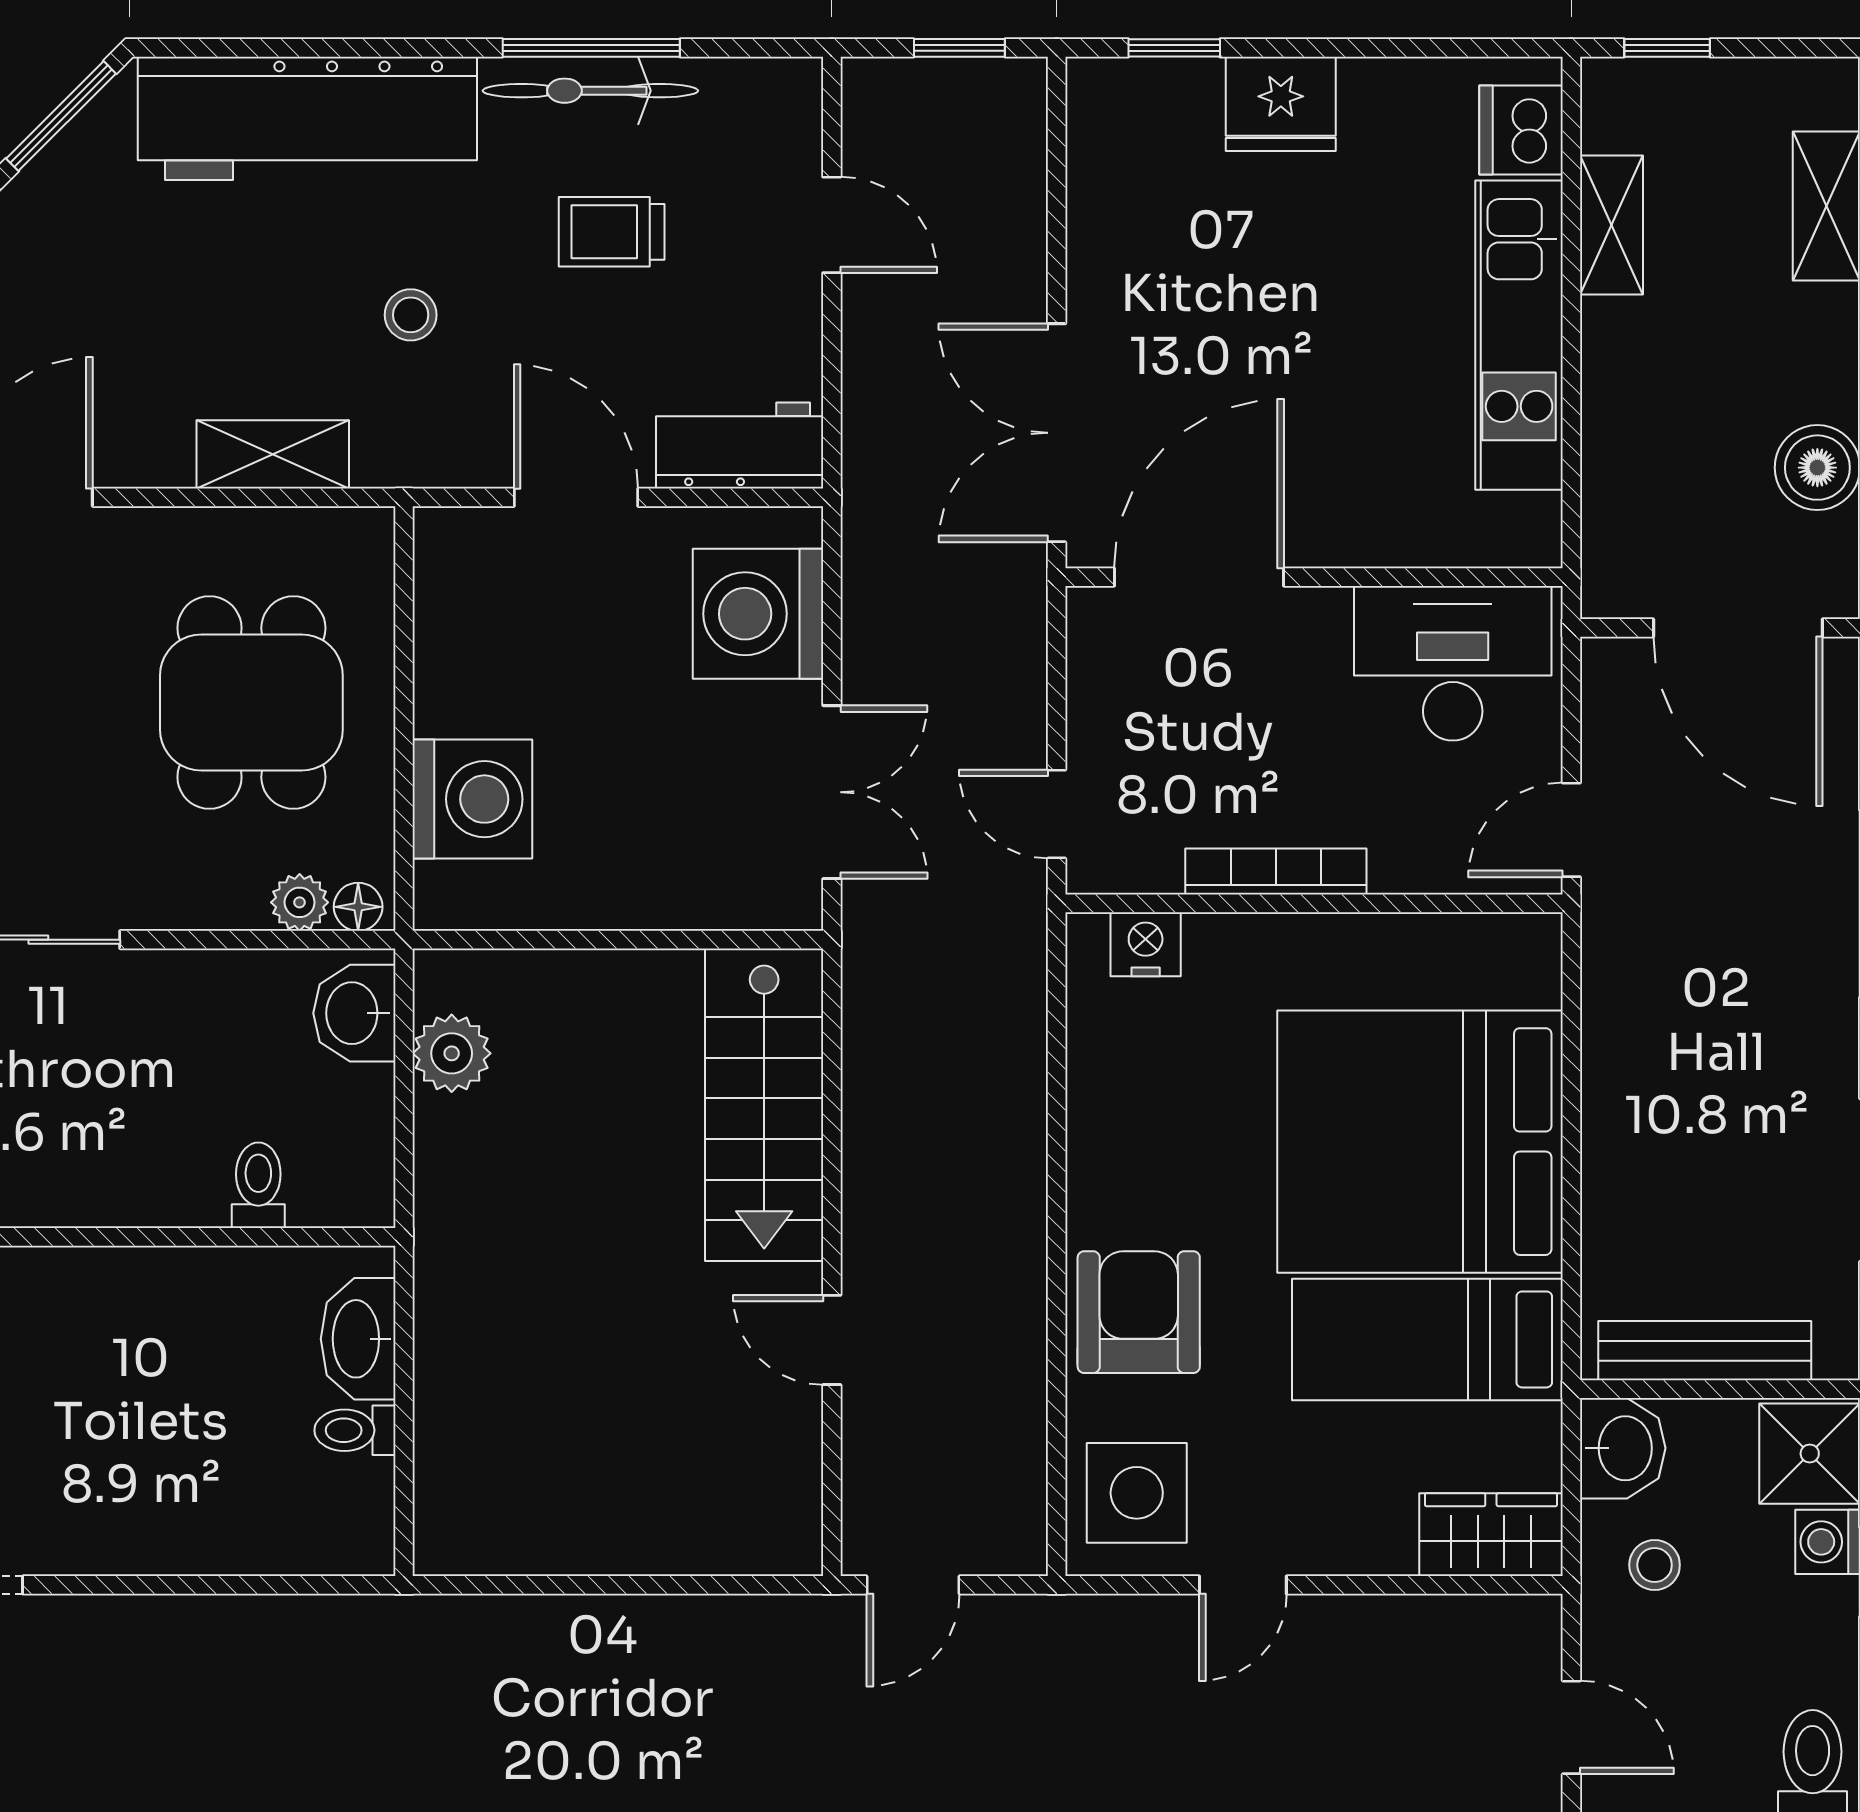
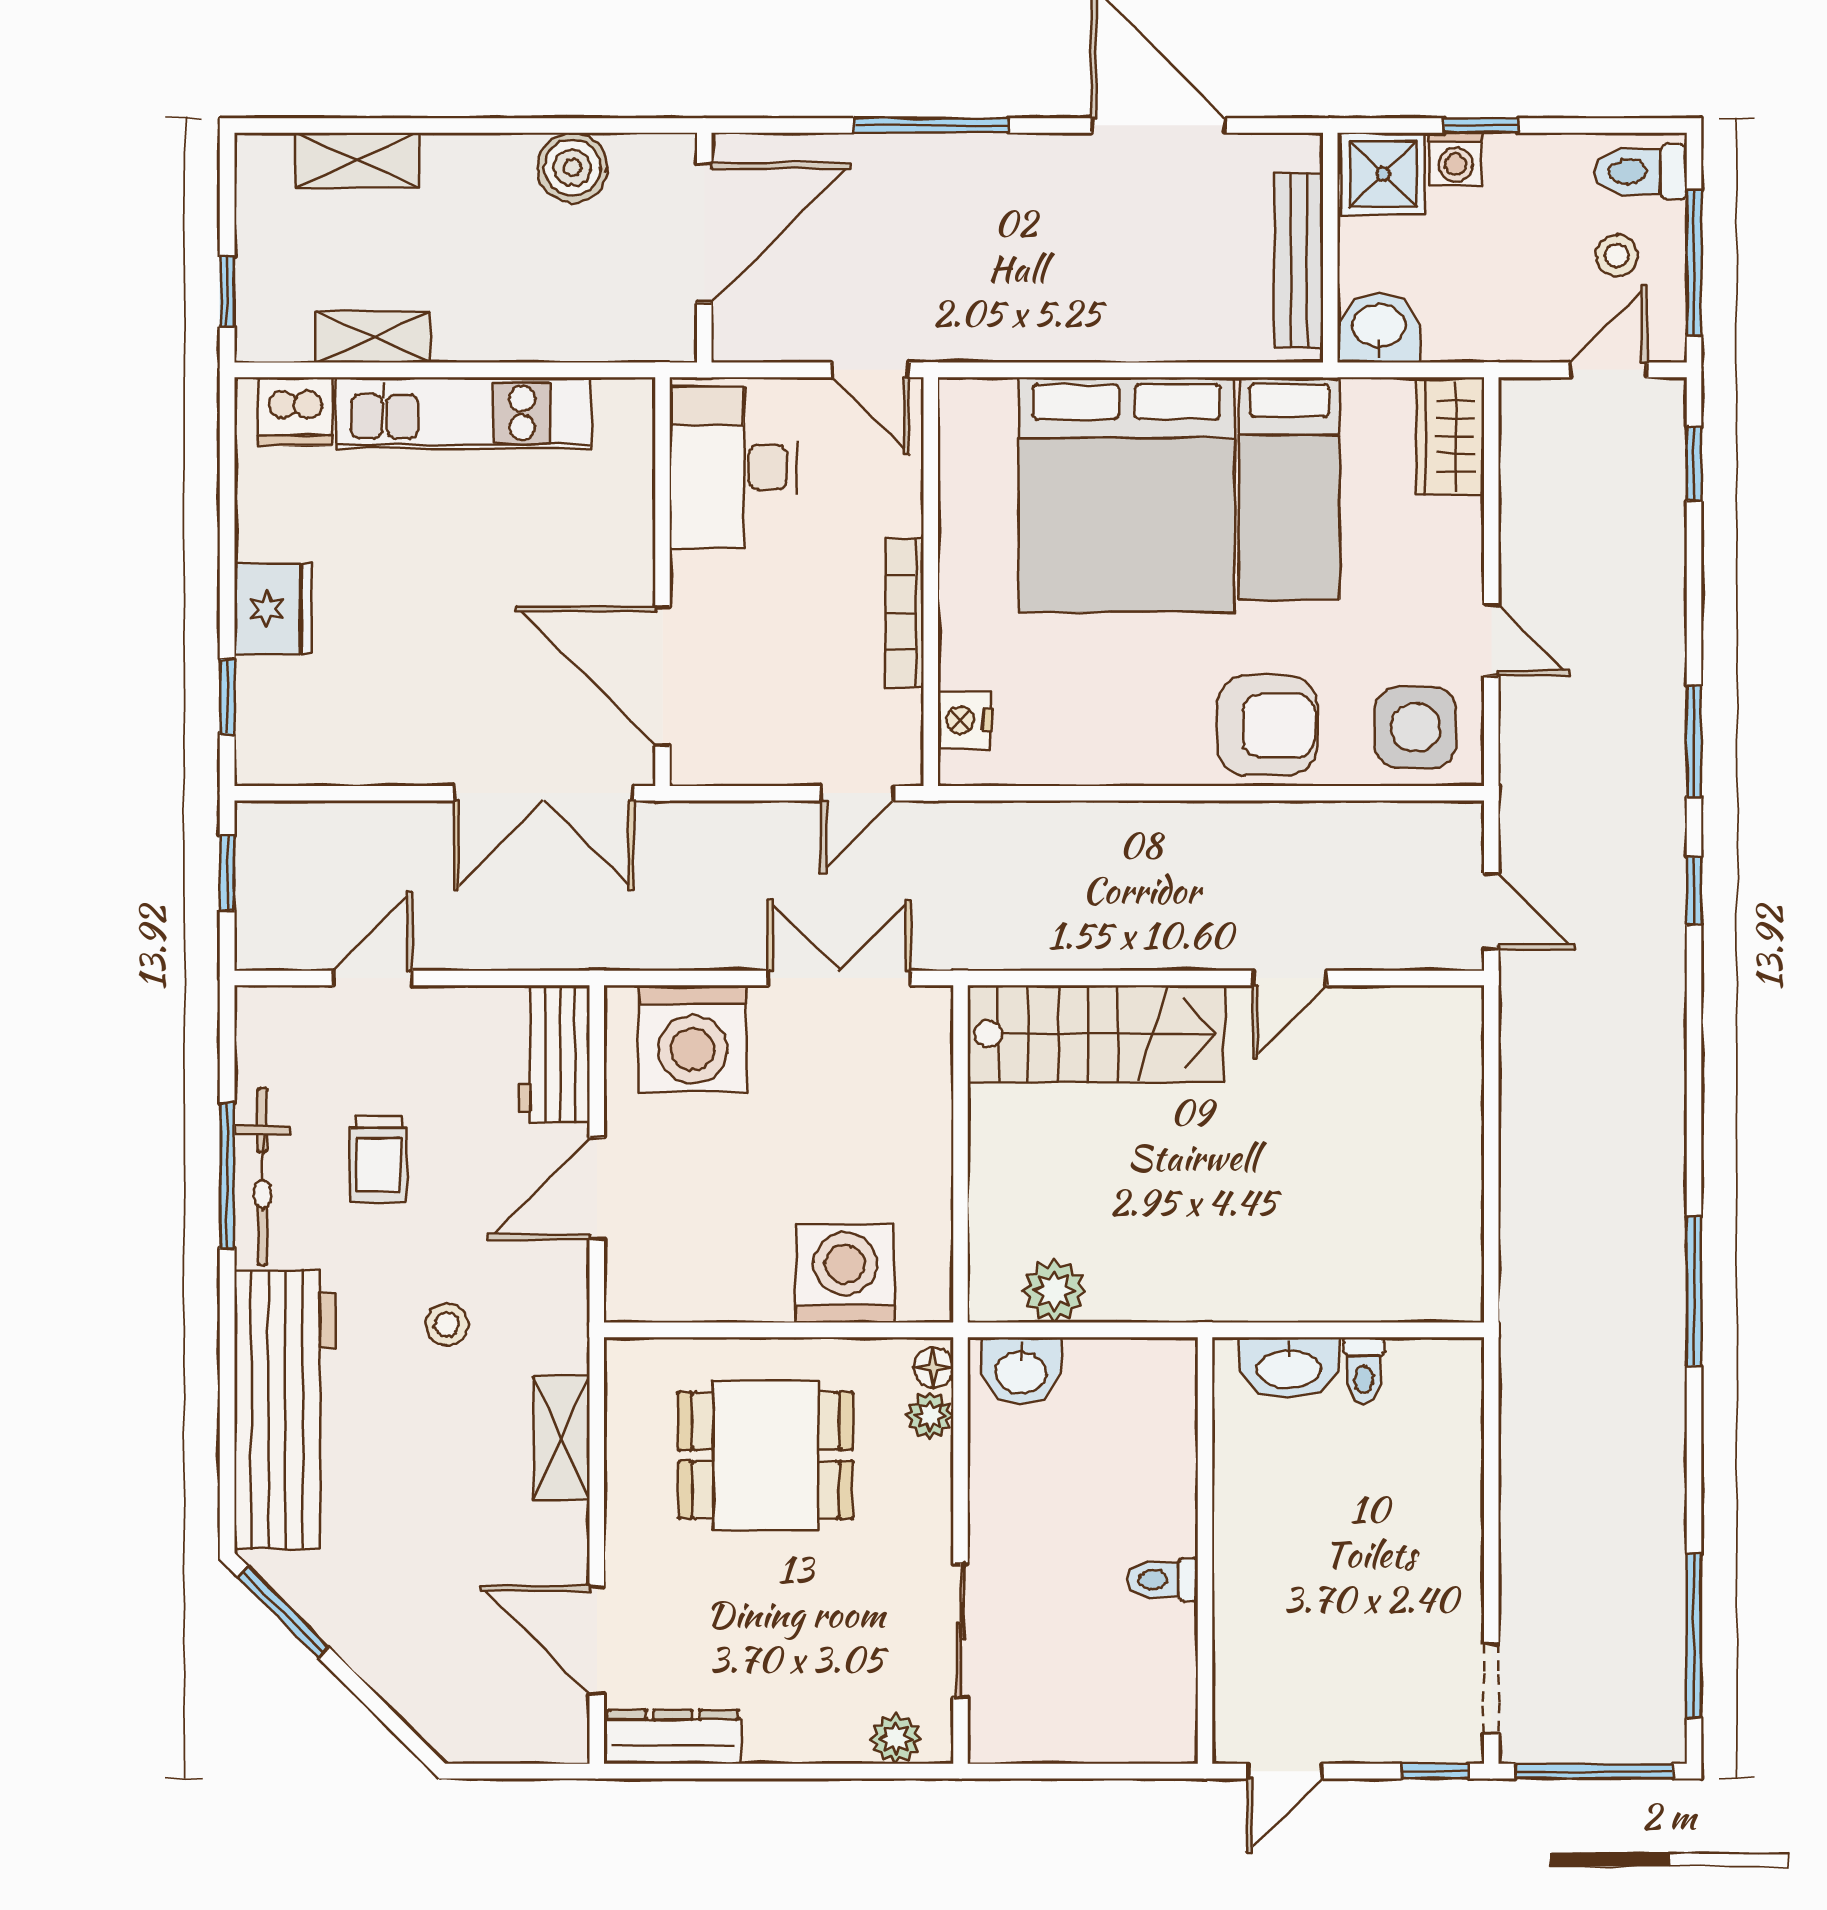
toilet: (258, 1185) -> (1163, 1580), moved
armchair: (1139, 1312) -> (1267, 726), turned 180
stool: (1655, 1565) -> (1617, 255), moved

